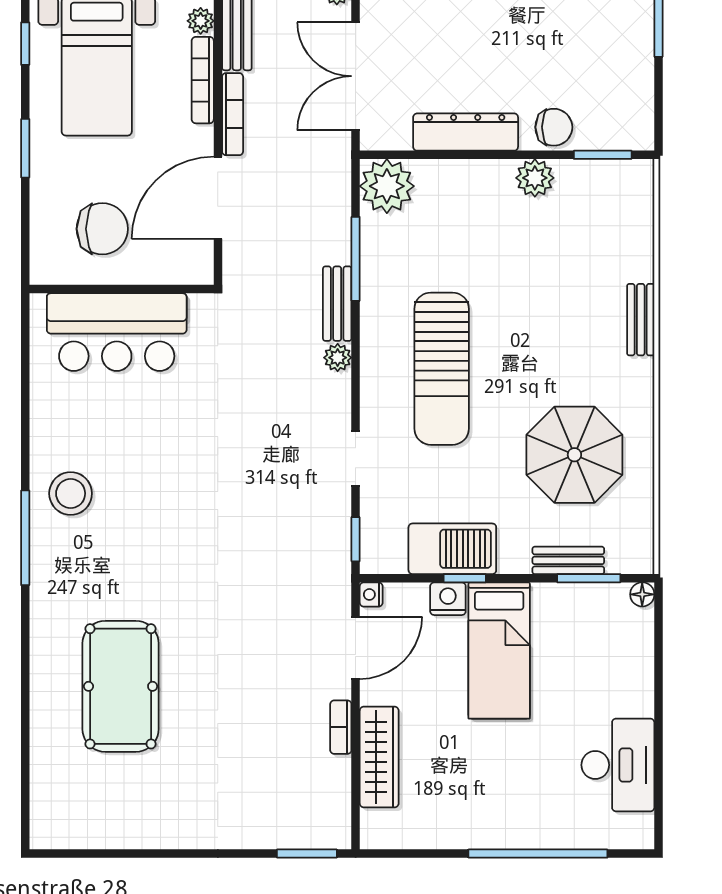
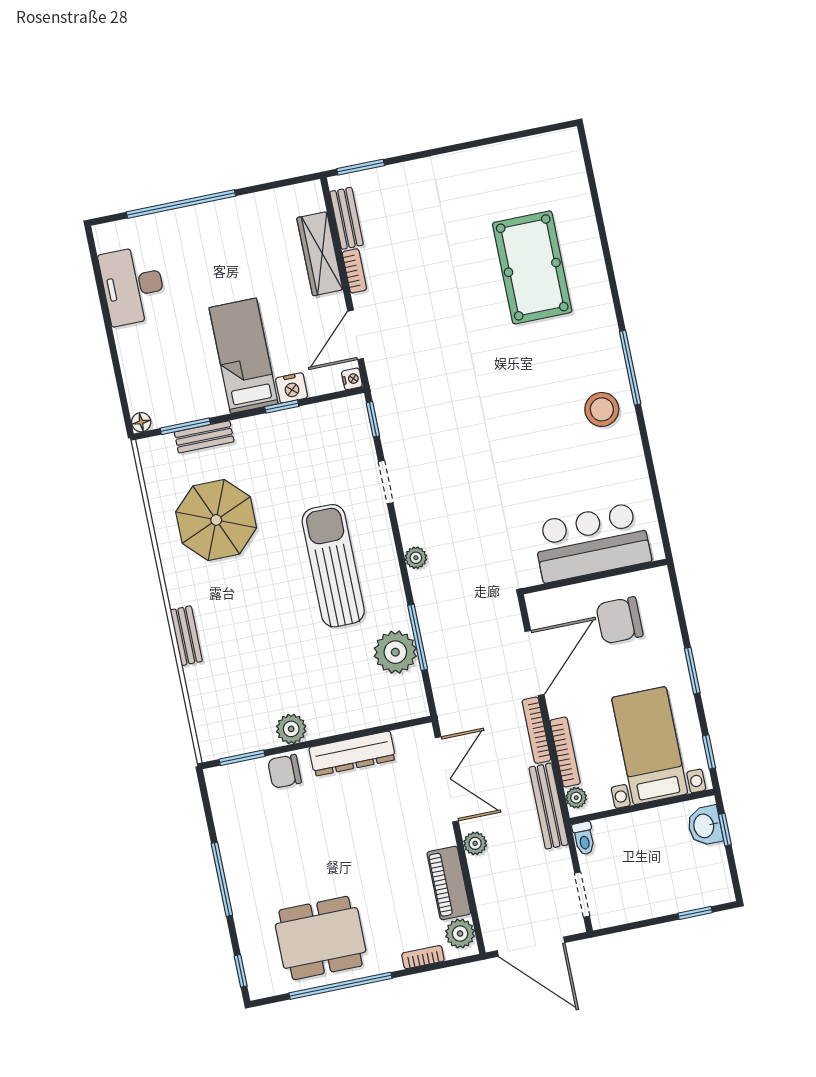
plant: (387, 186) -> (395, 652), moved
bench: (337, 304) -> (347, 218), moved
barbecue: (452, 549) -> (296, 427), removed

